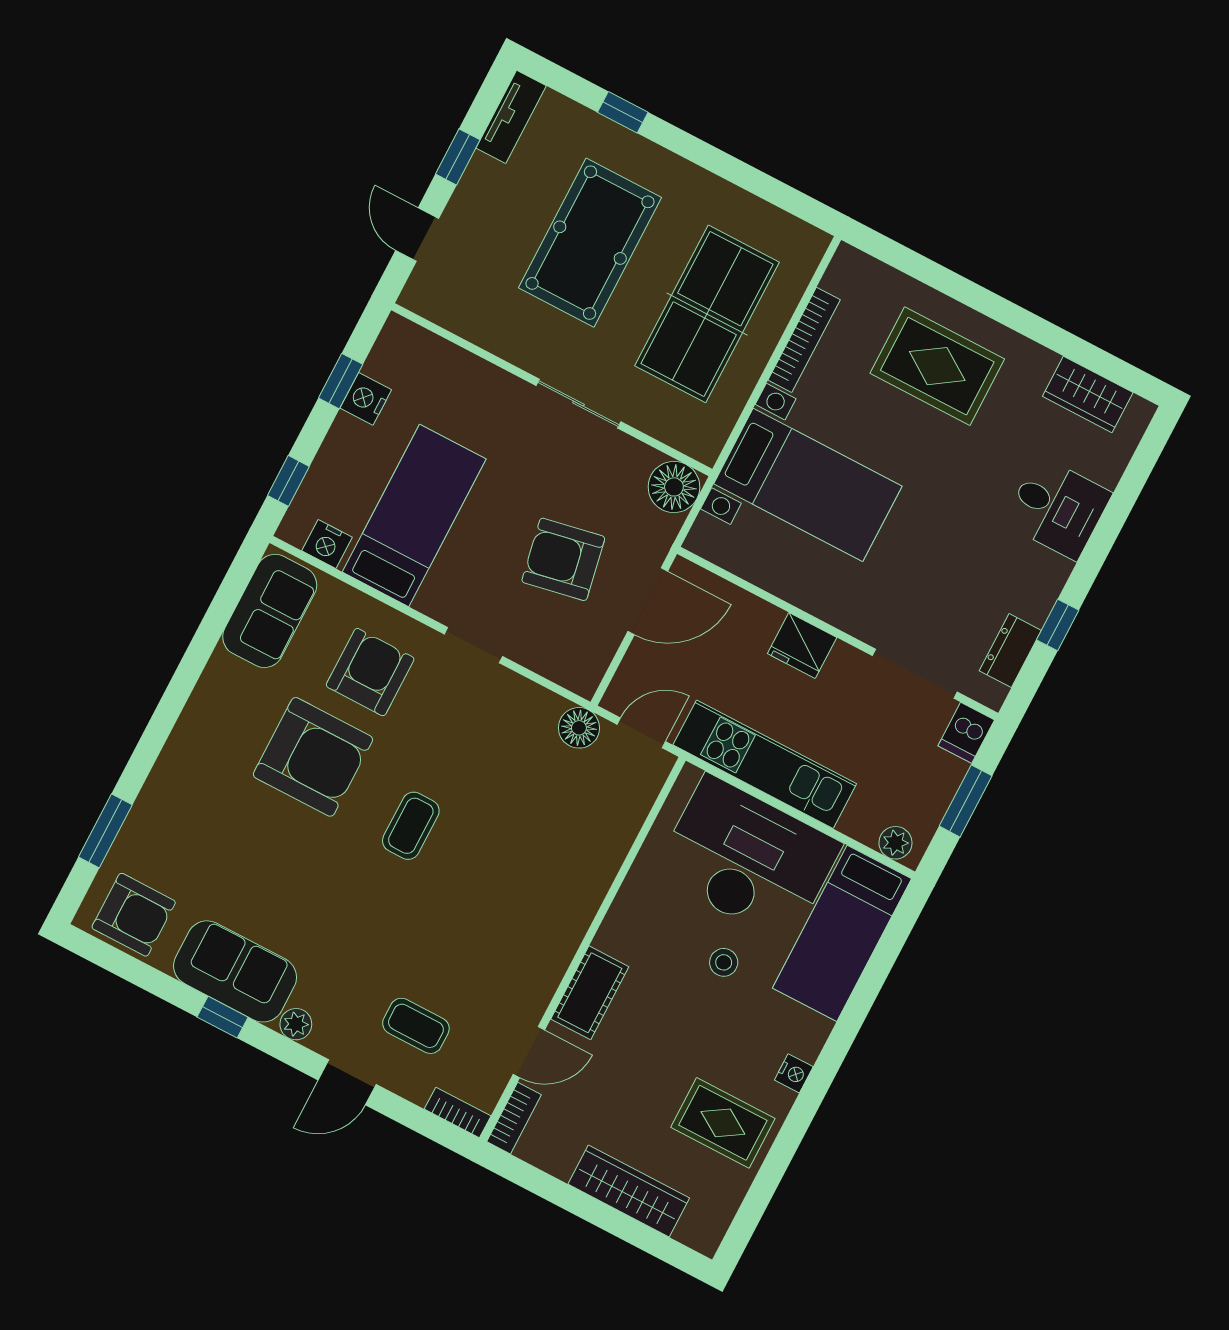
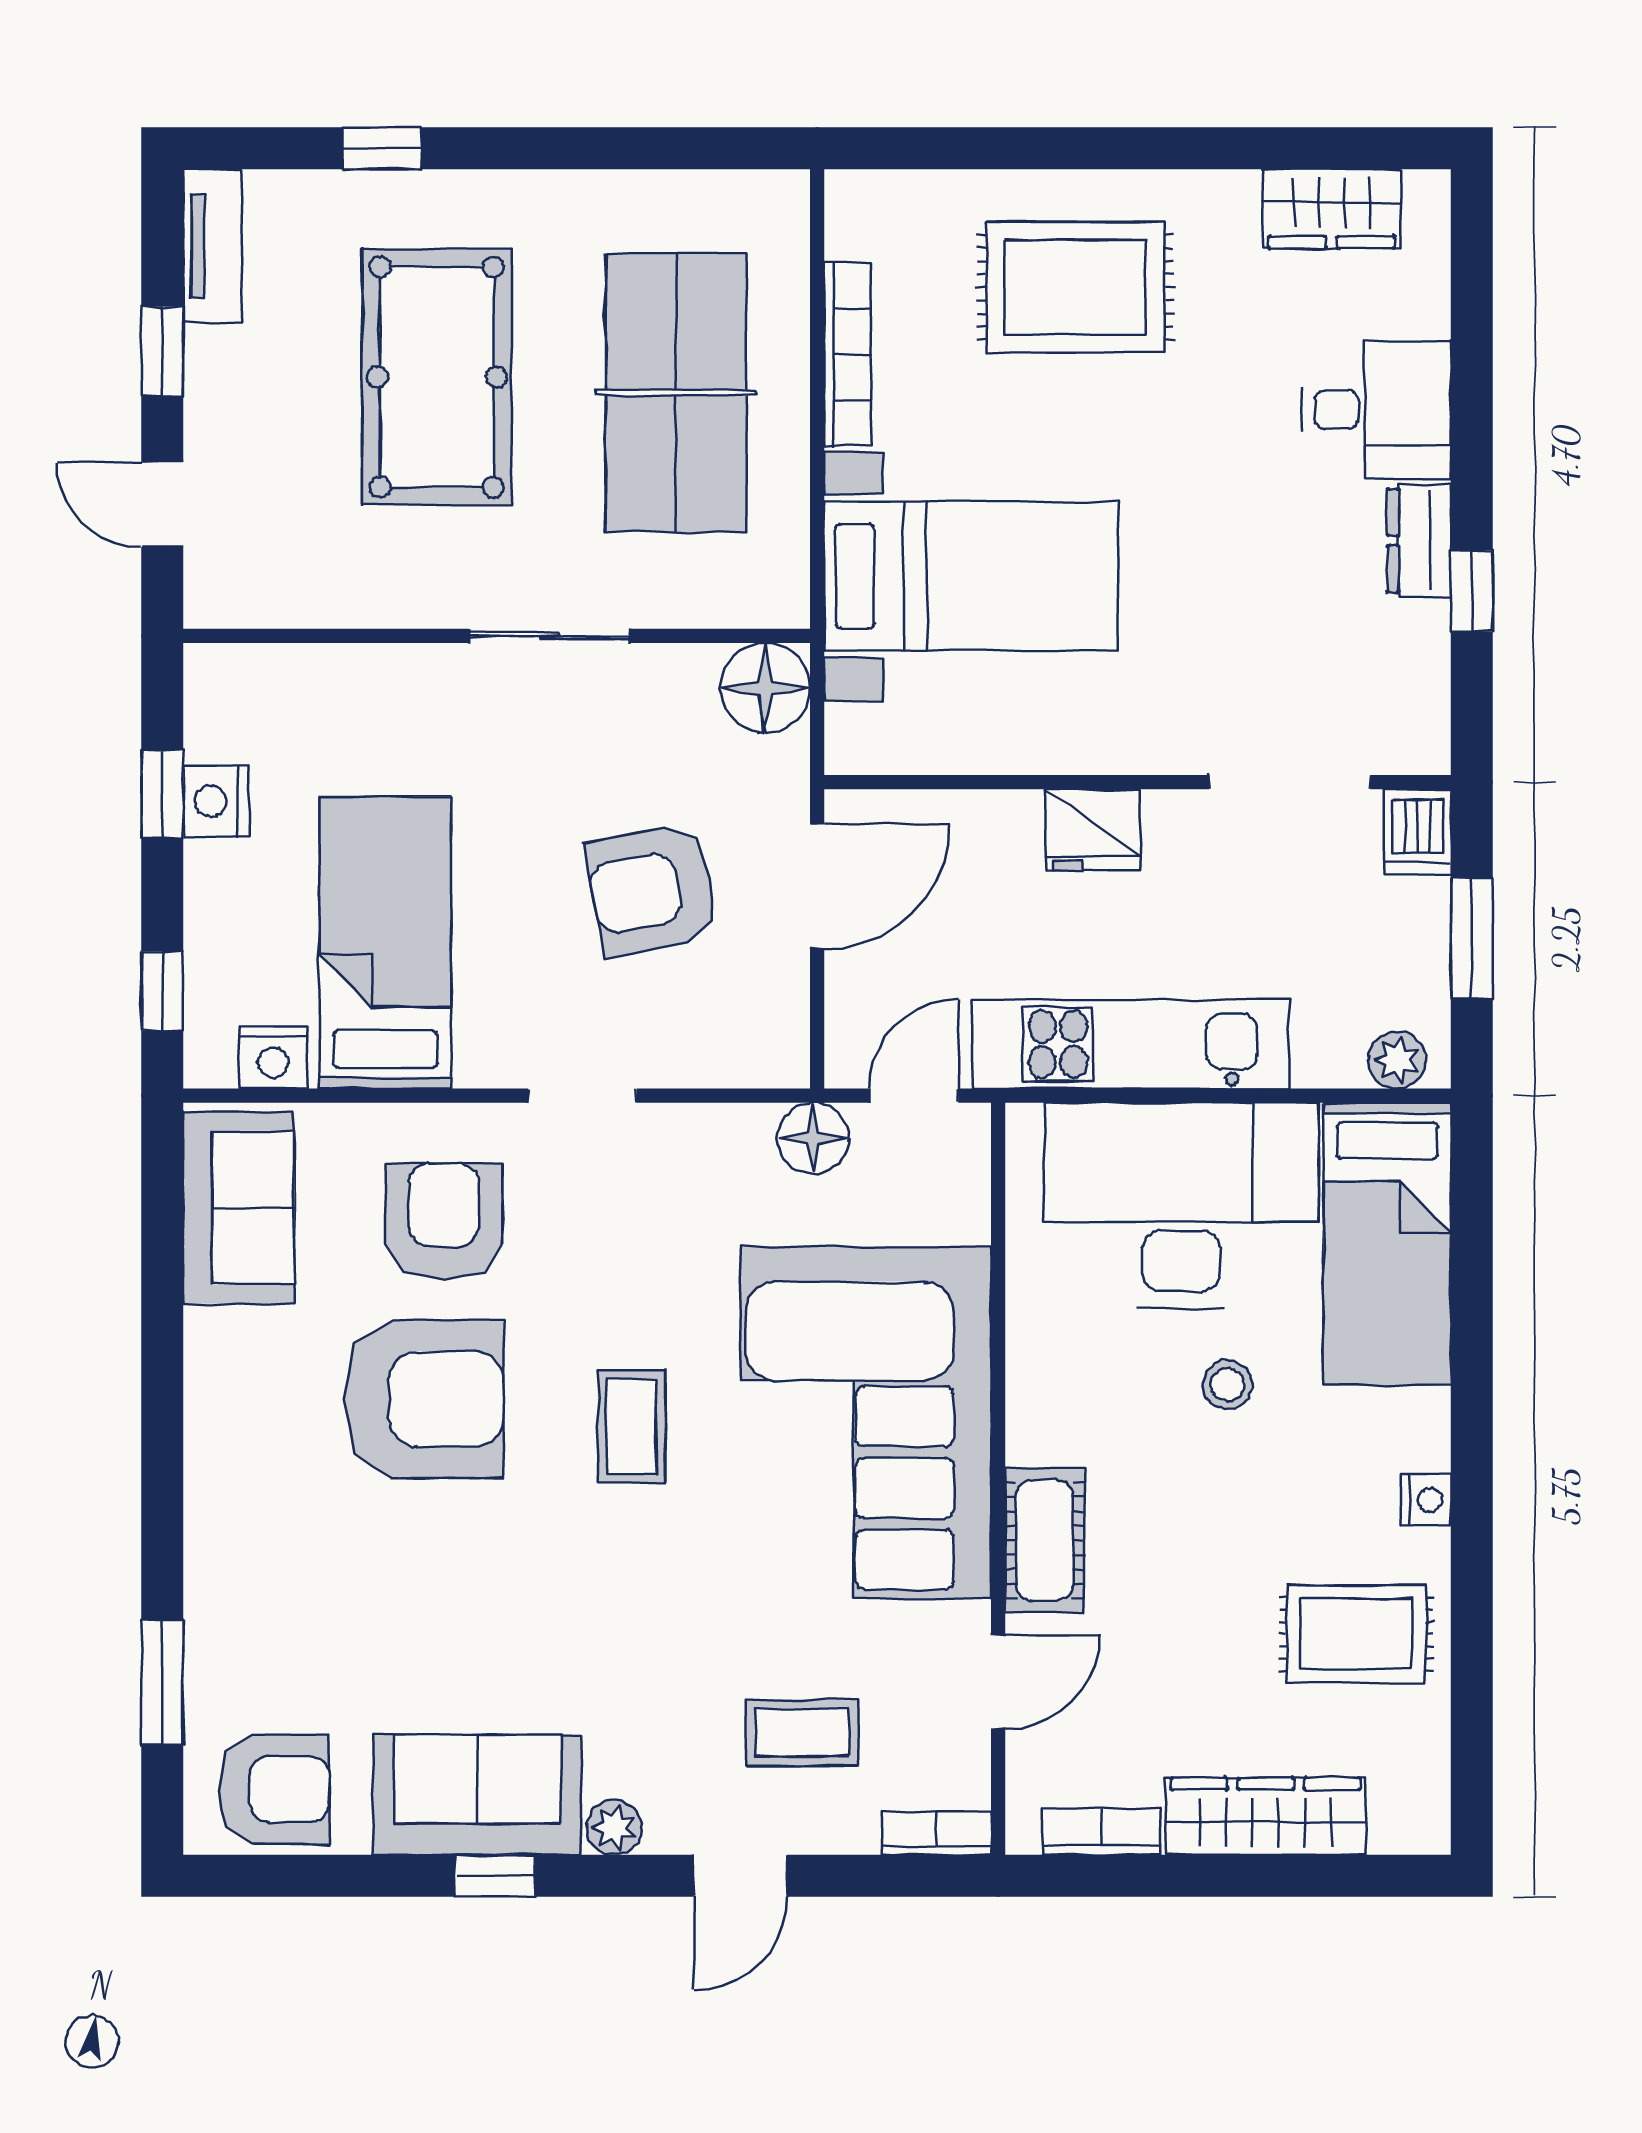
dresser: (1010, 651) -> (1419, 541), moved
corner sofa: (530, 886) -> (866, 1423), added
bookcase: (514, 1118) -> (1101, 1831), moved, turned -90

